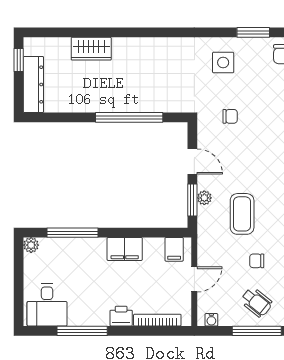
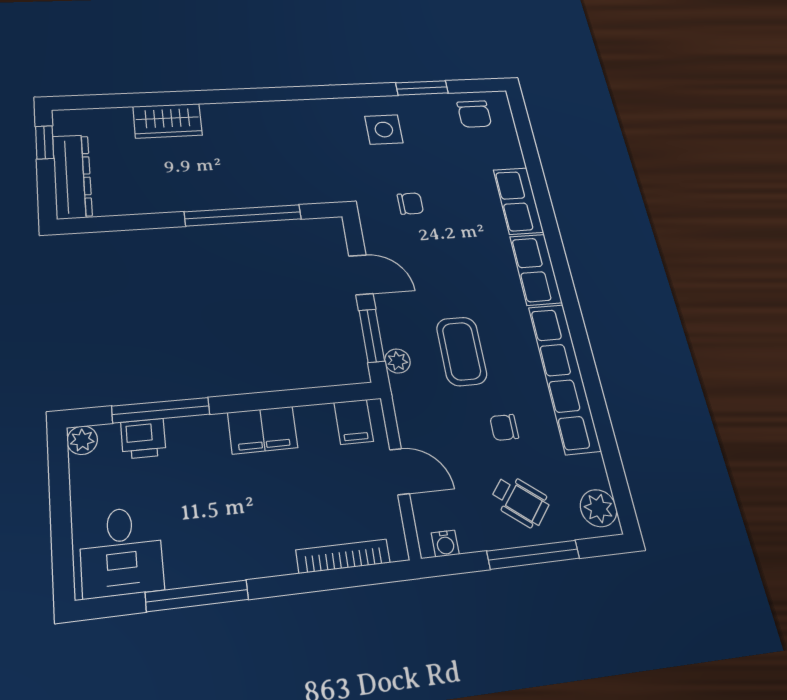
plant: (204, 198) -> (397, 361), moved
door: (194, 279) -> (400, 472), hinge flipped
printer: (121, 316) -> (143, 439), moved, turned 180

